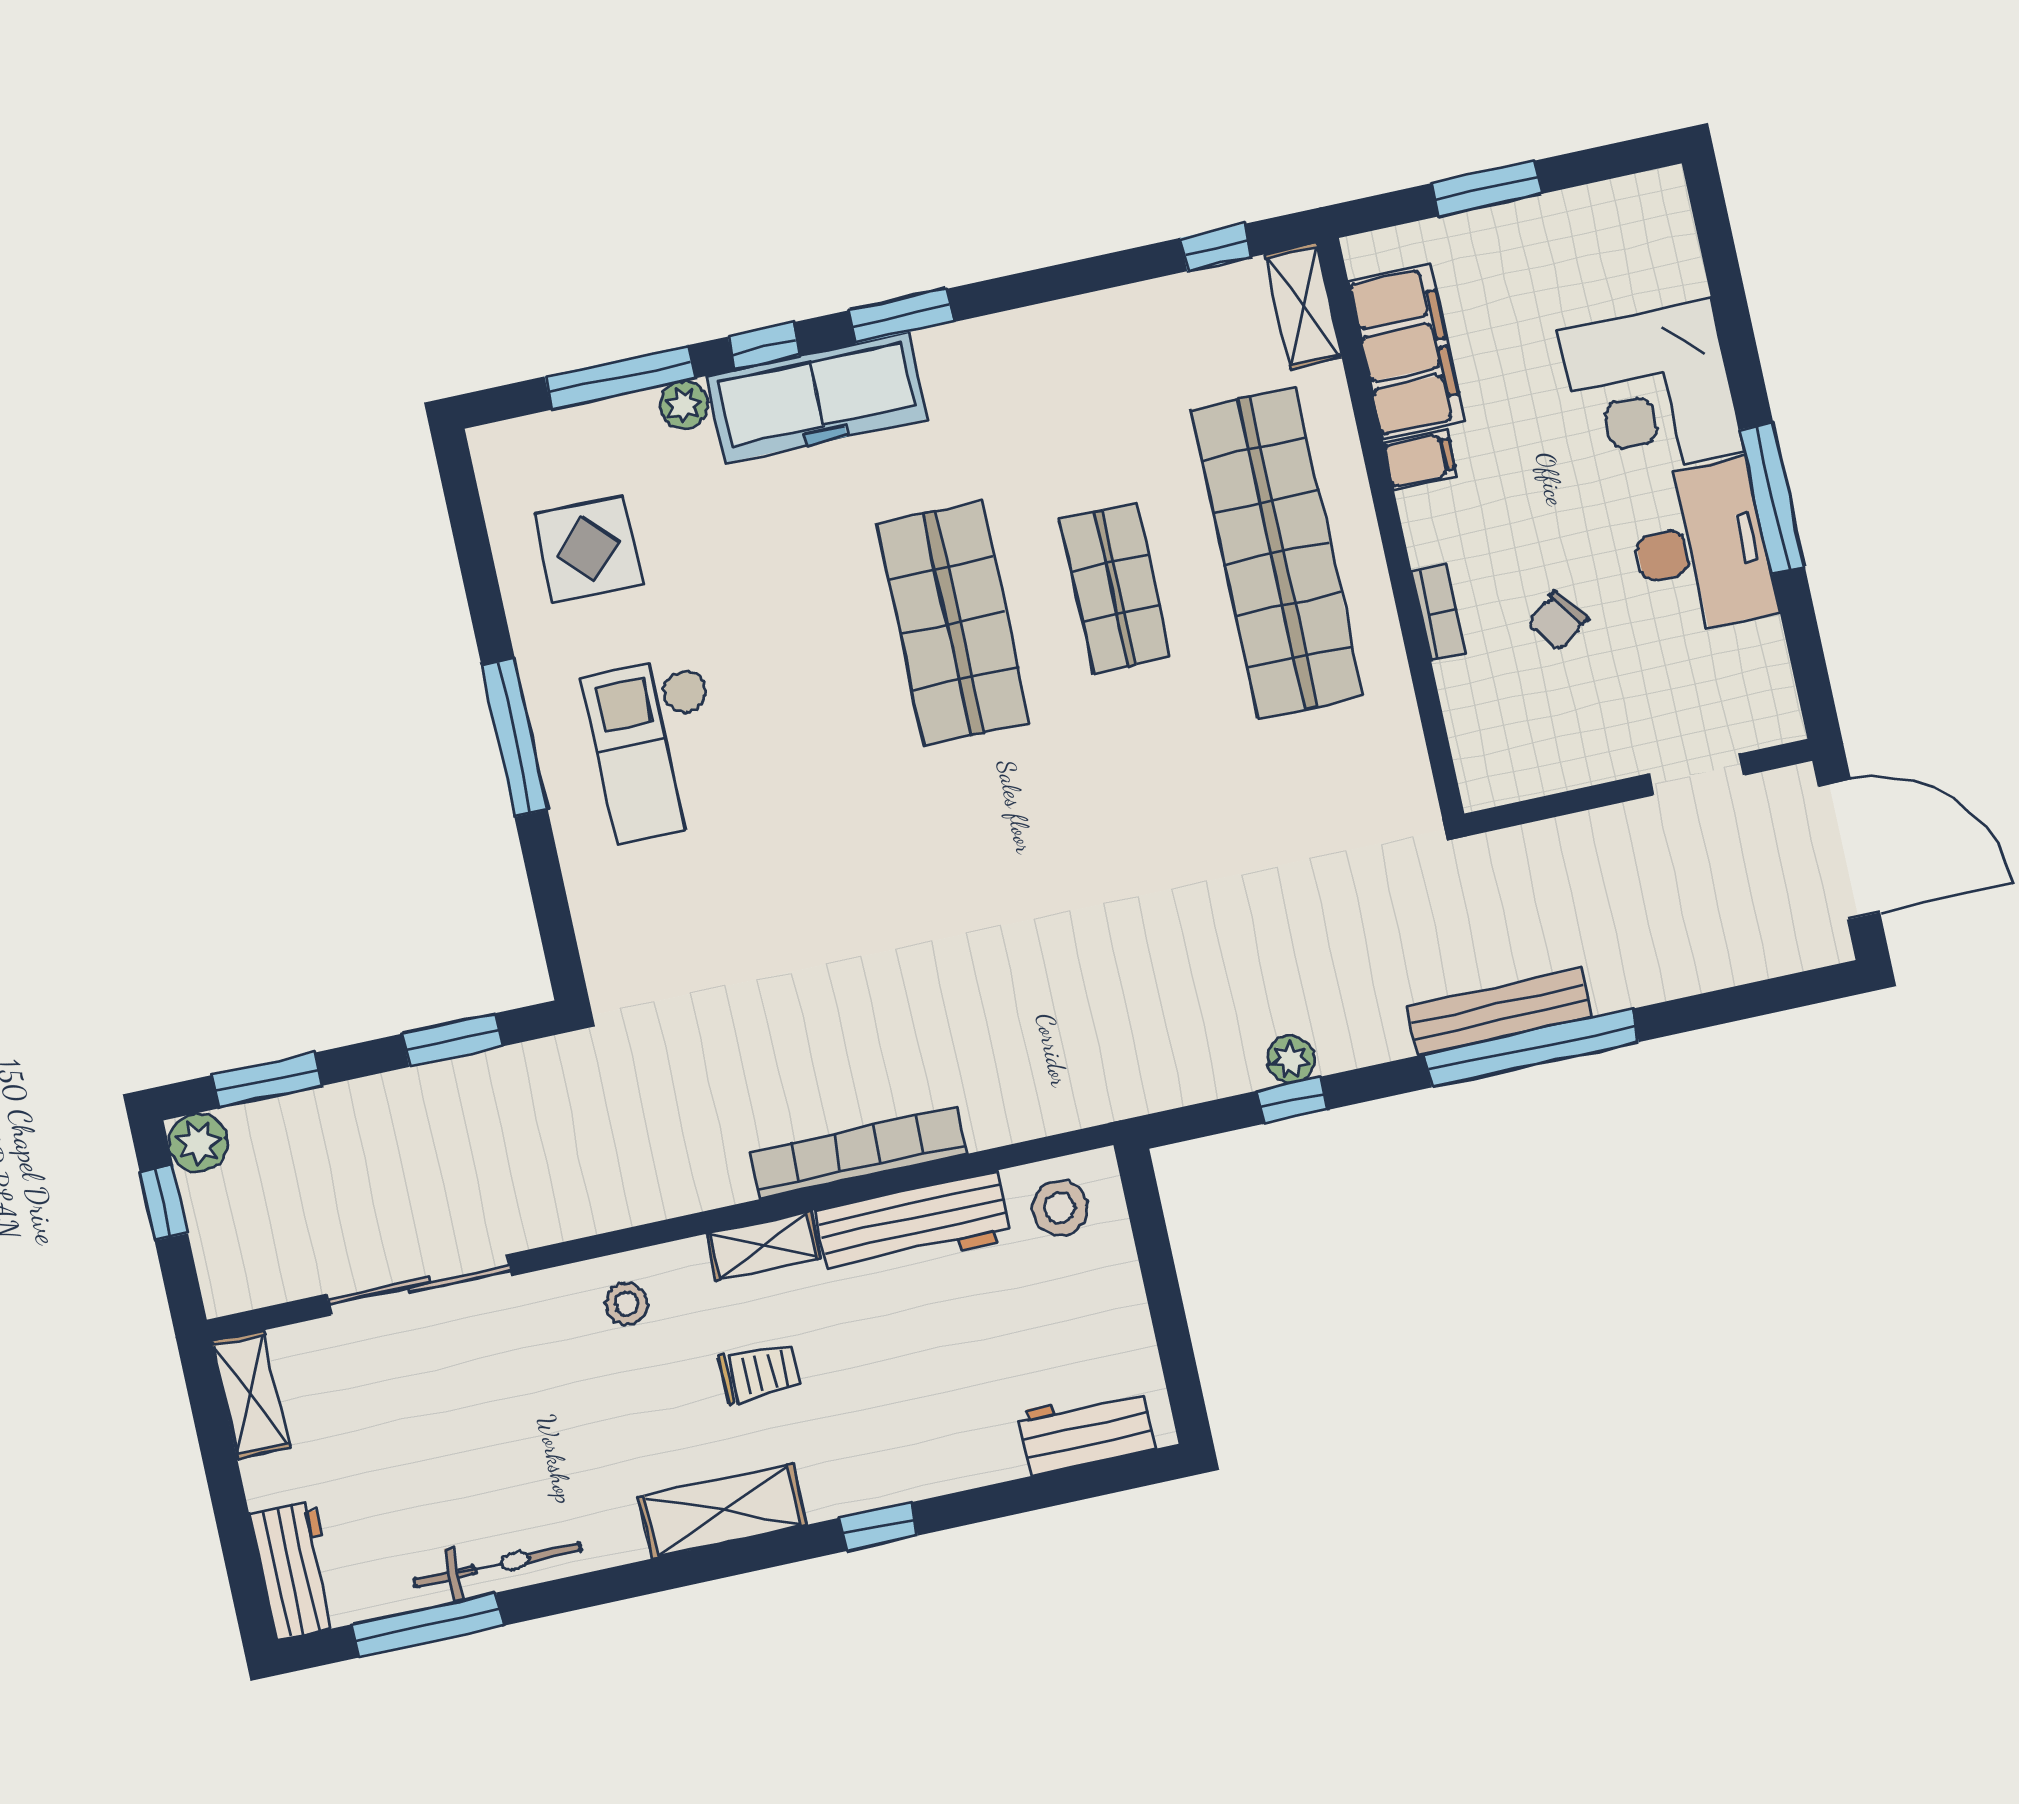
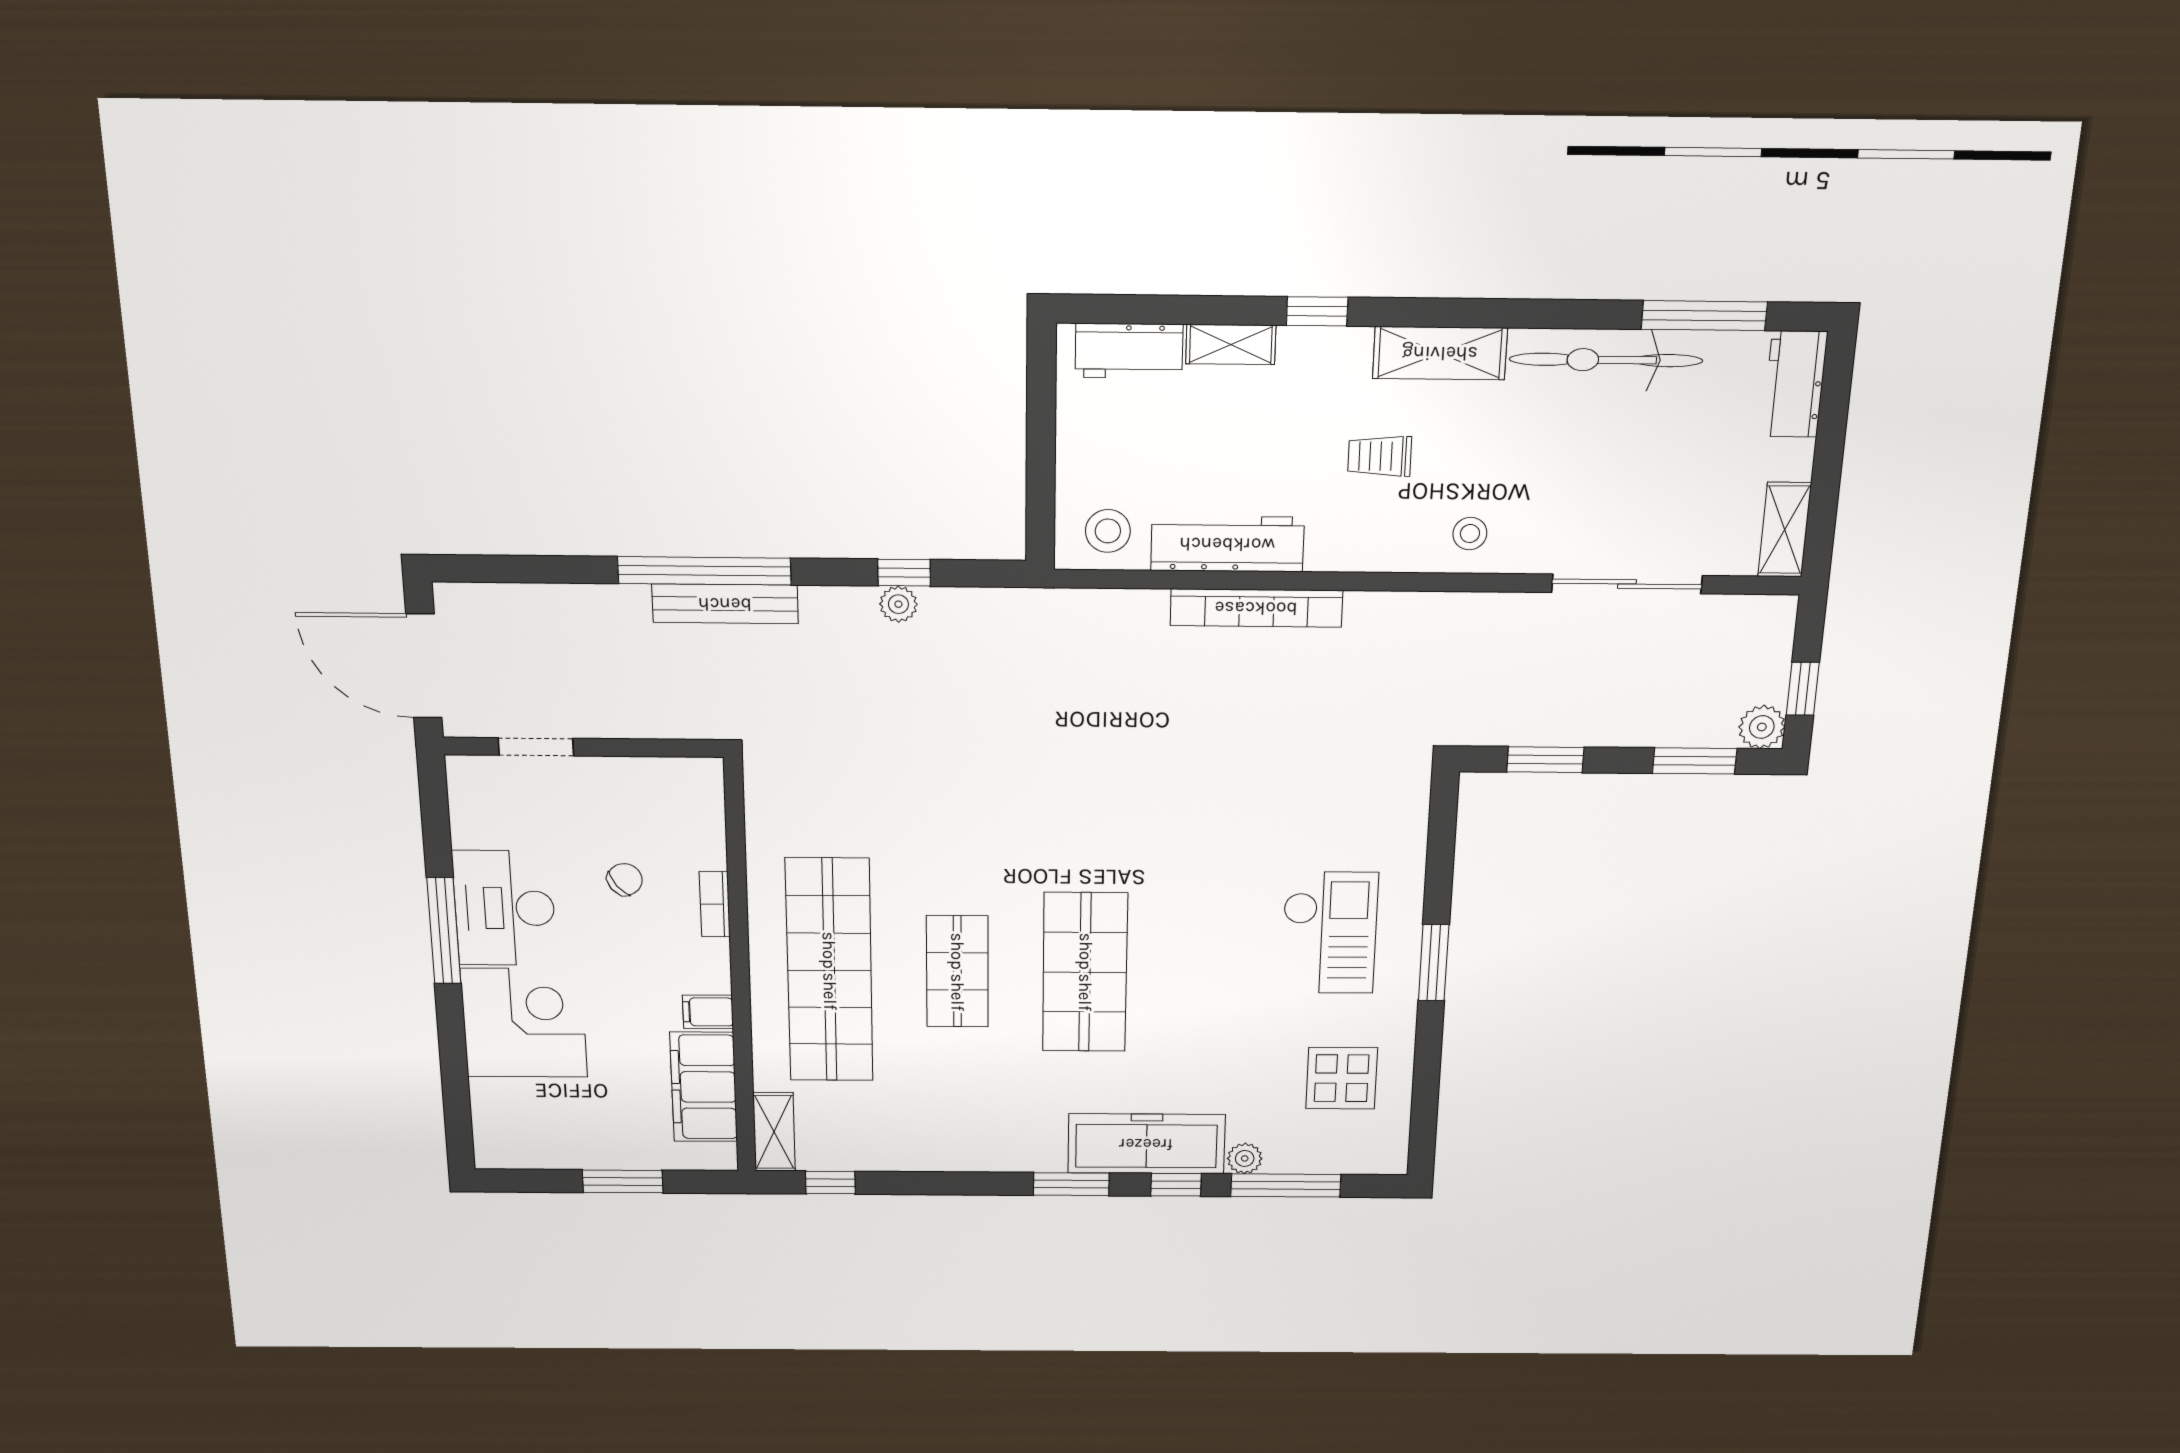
window: (514, 737) -> (1434, 963), width x0.69
shelving: (763, 1246) -> (1231, 344), moved
bicycle: (498, 1565) -> (1606, 360), width x1.37, depth x1.40

